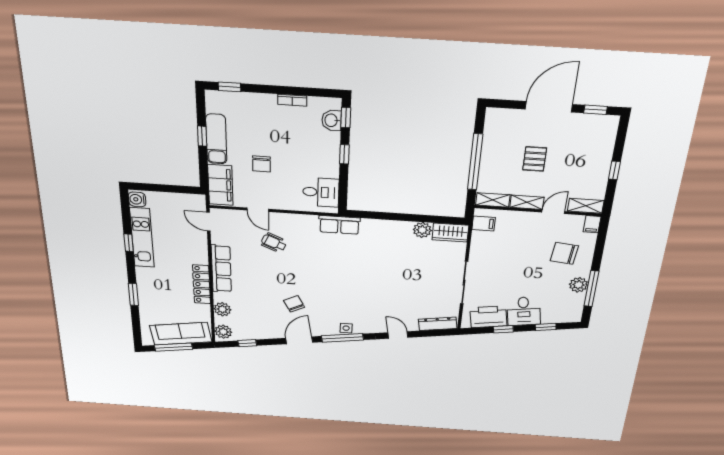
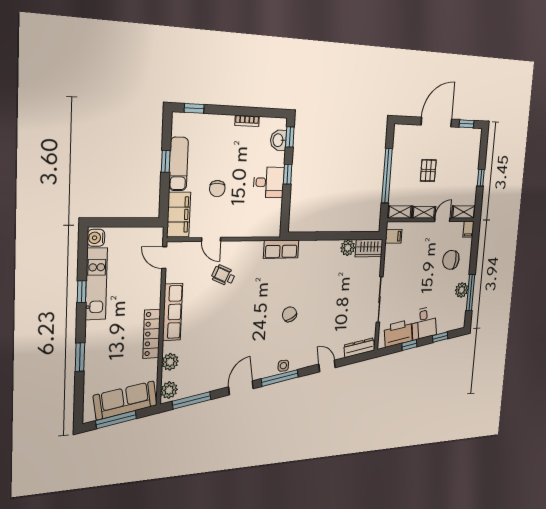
desk: (321, 192) -> (269, 182), moved
chair: (294, 304) -> (290, 314), moved
window: (247, 343) -> (192, 400), width x2.17

